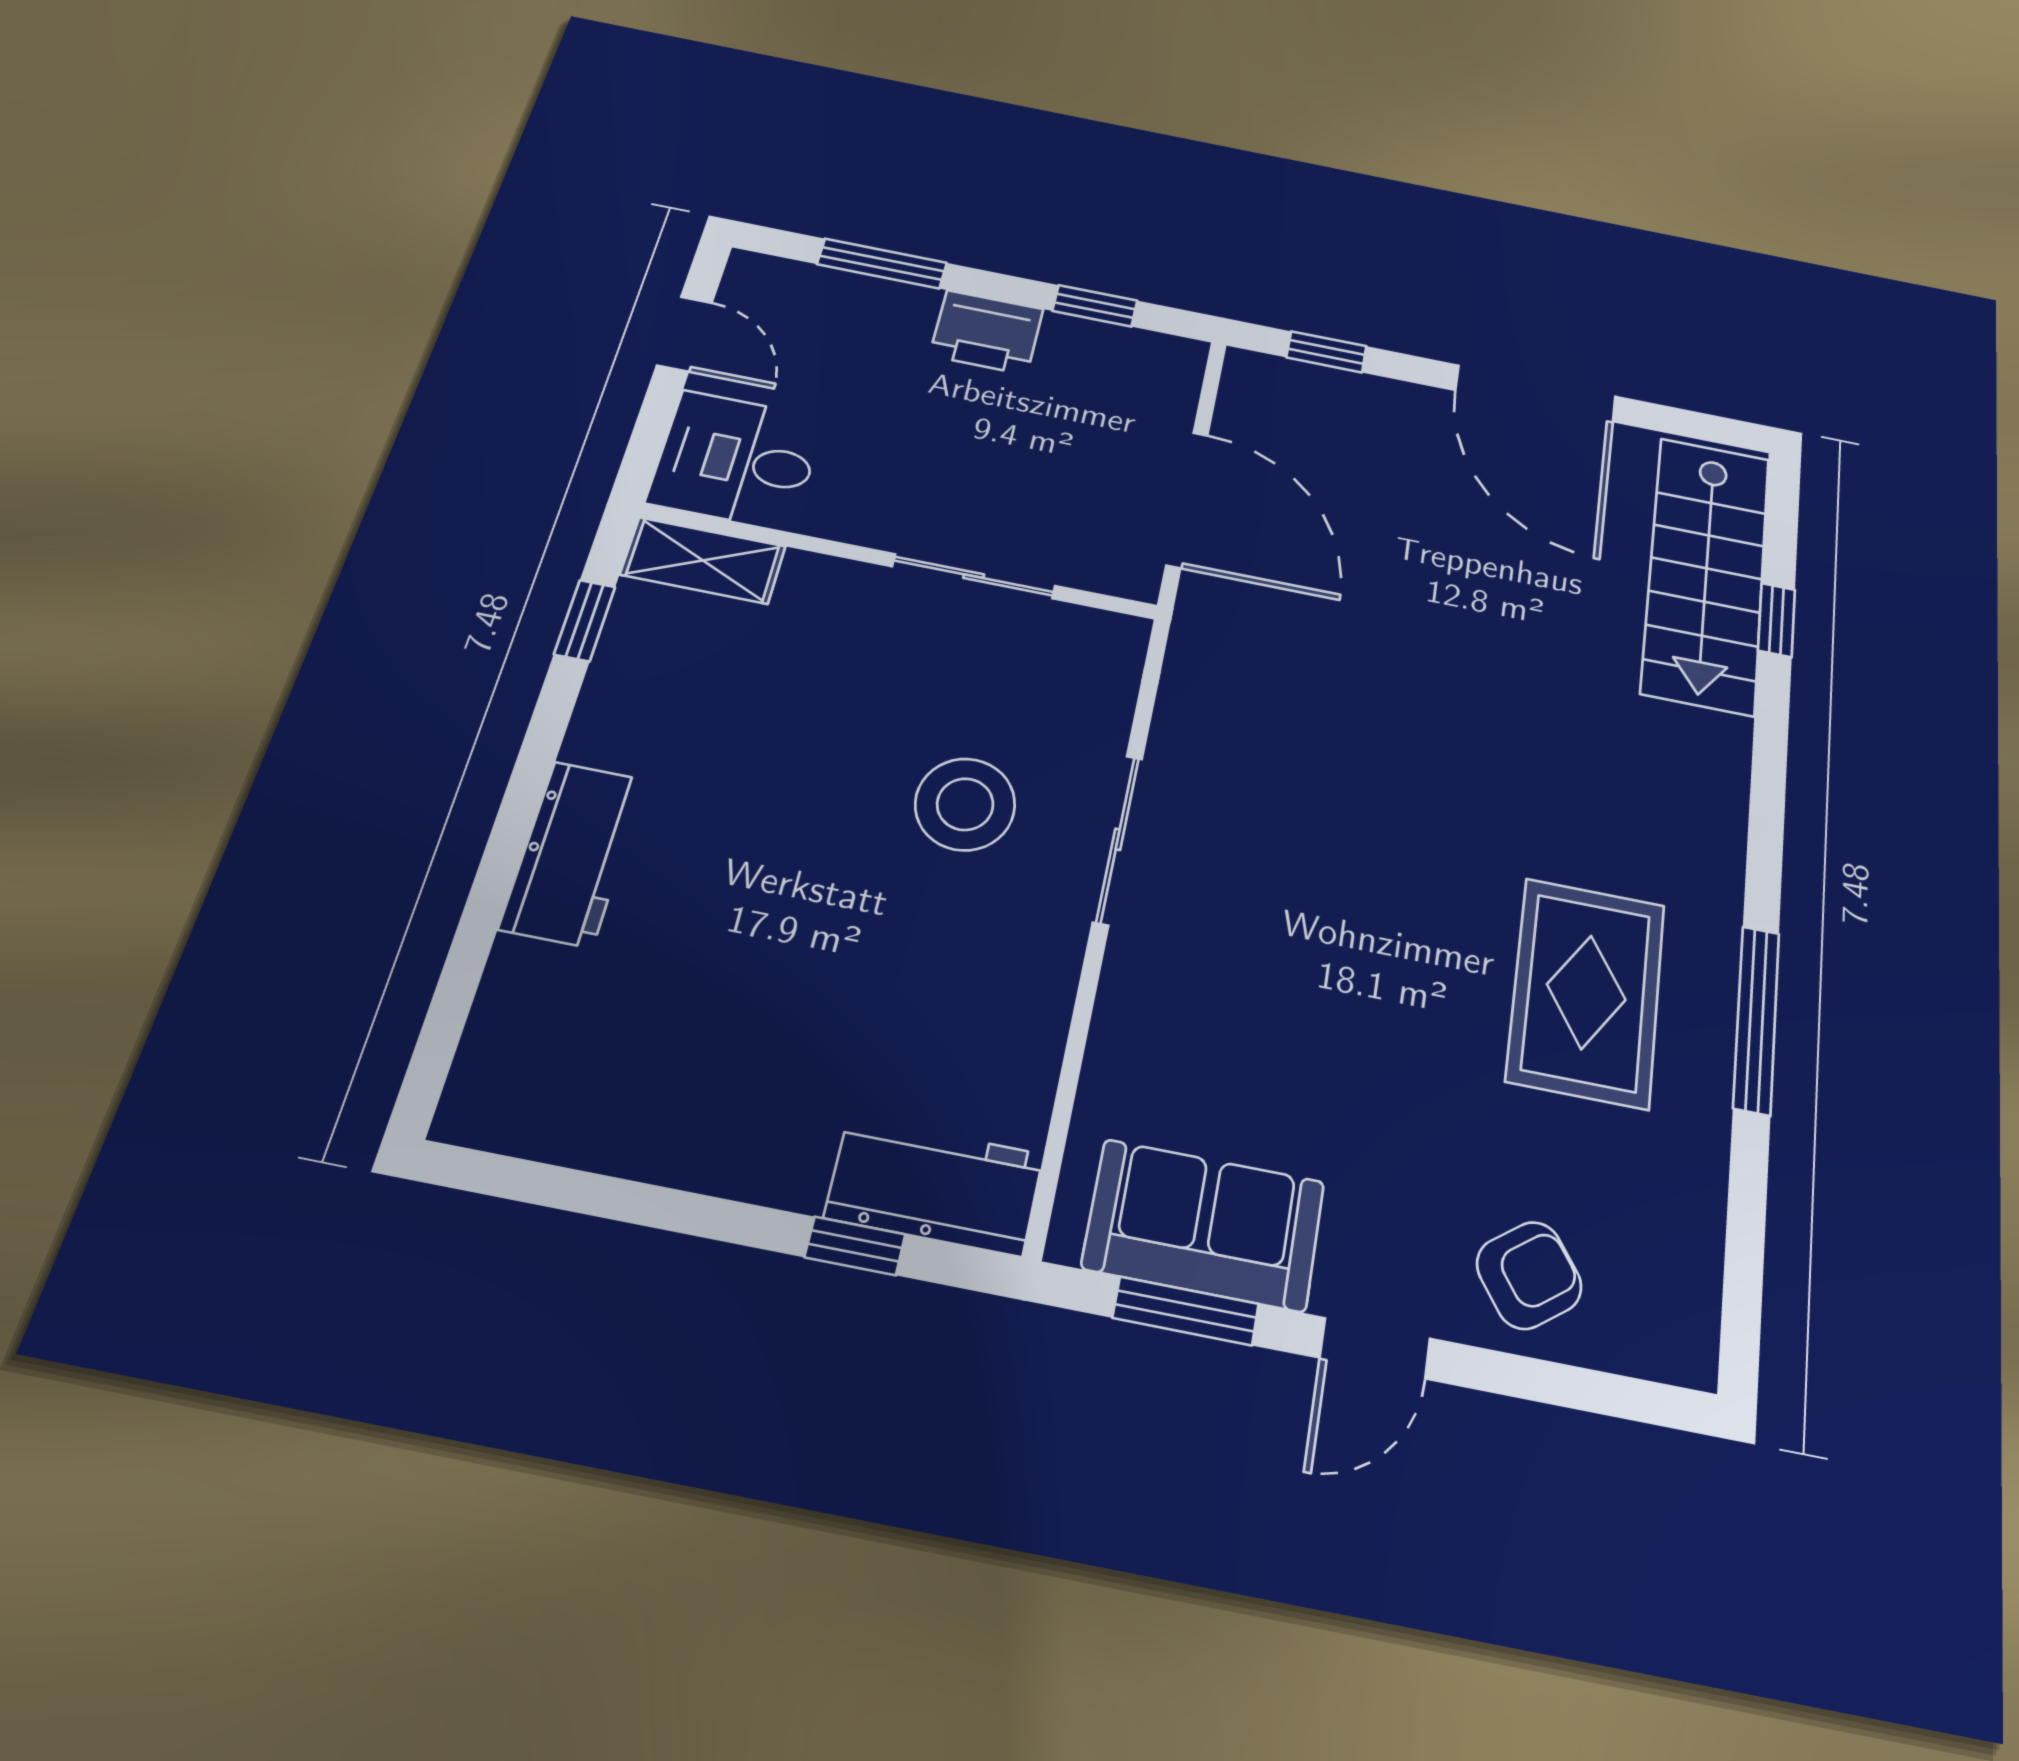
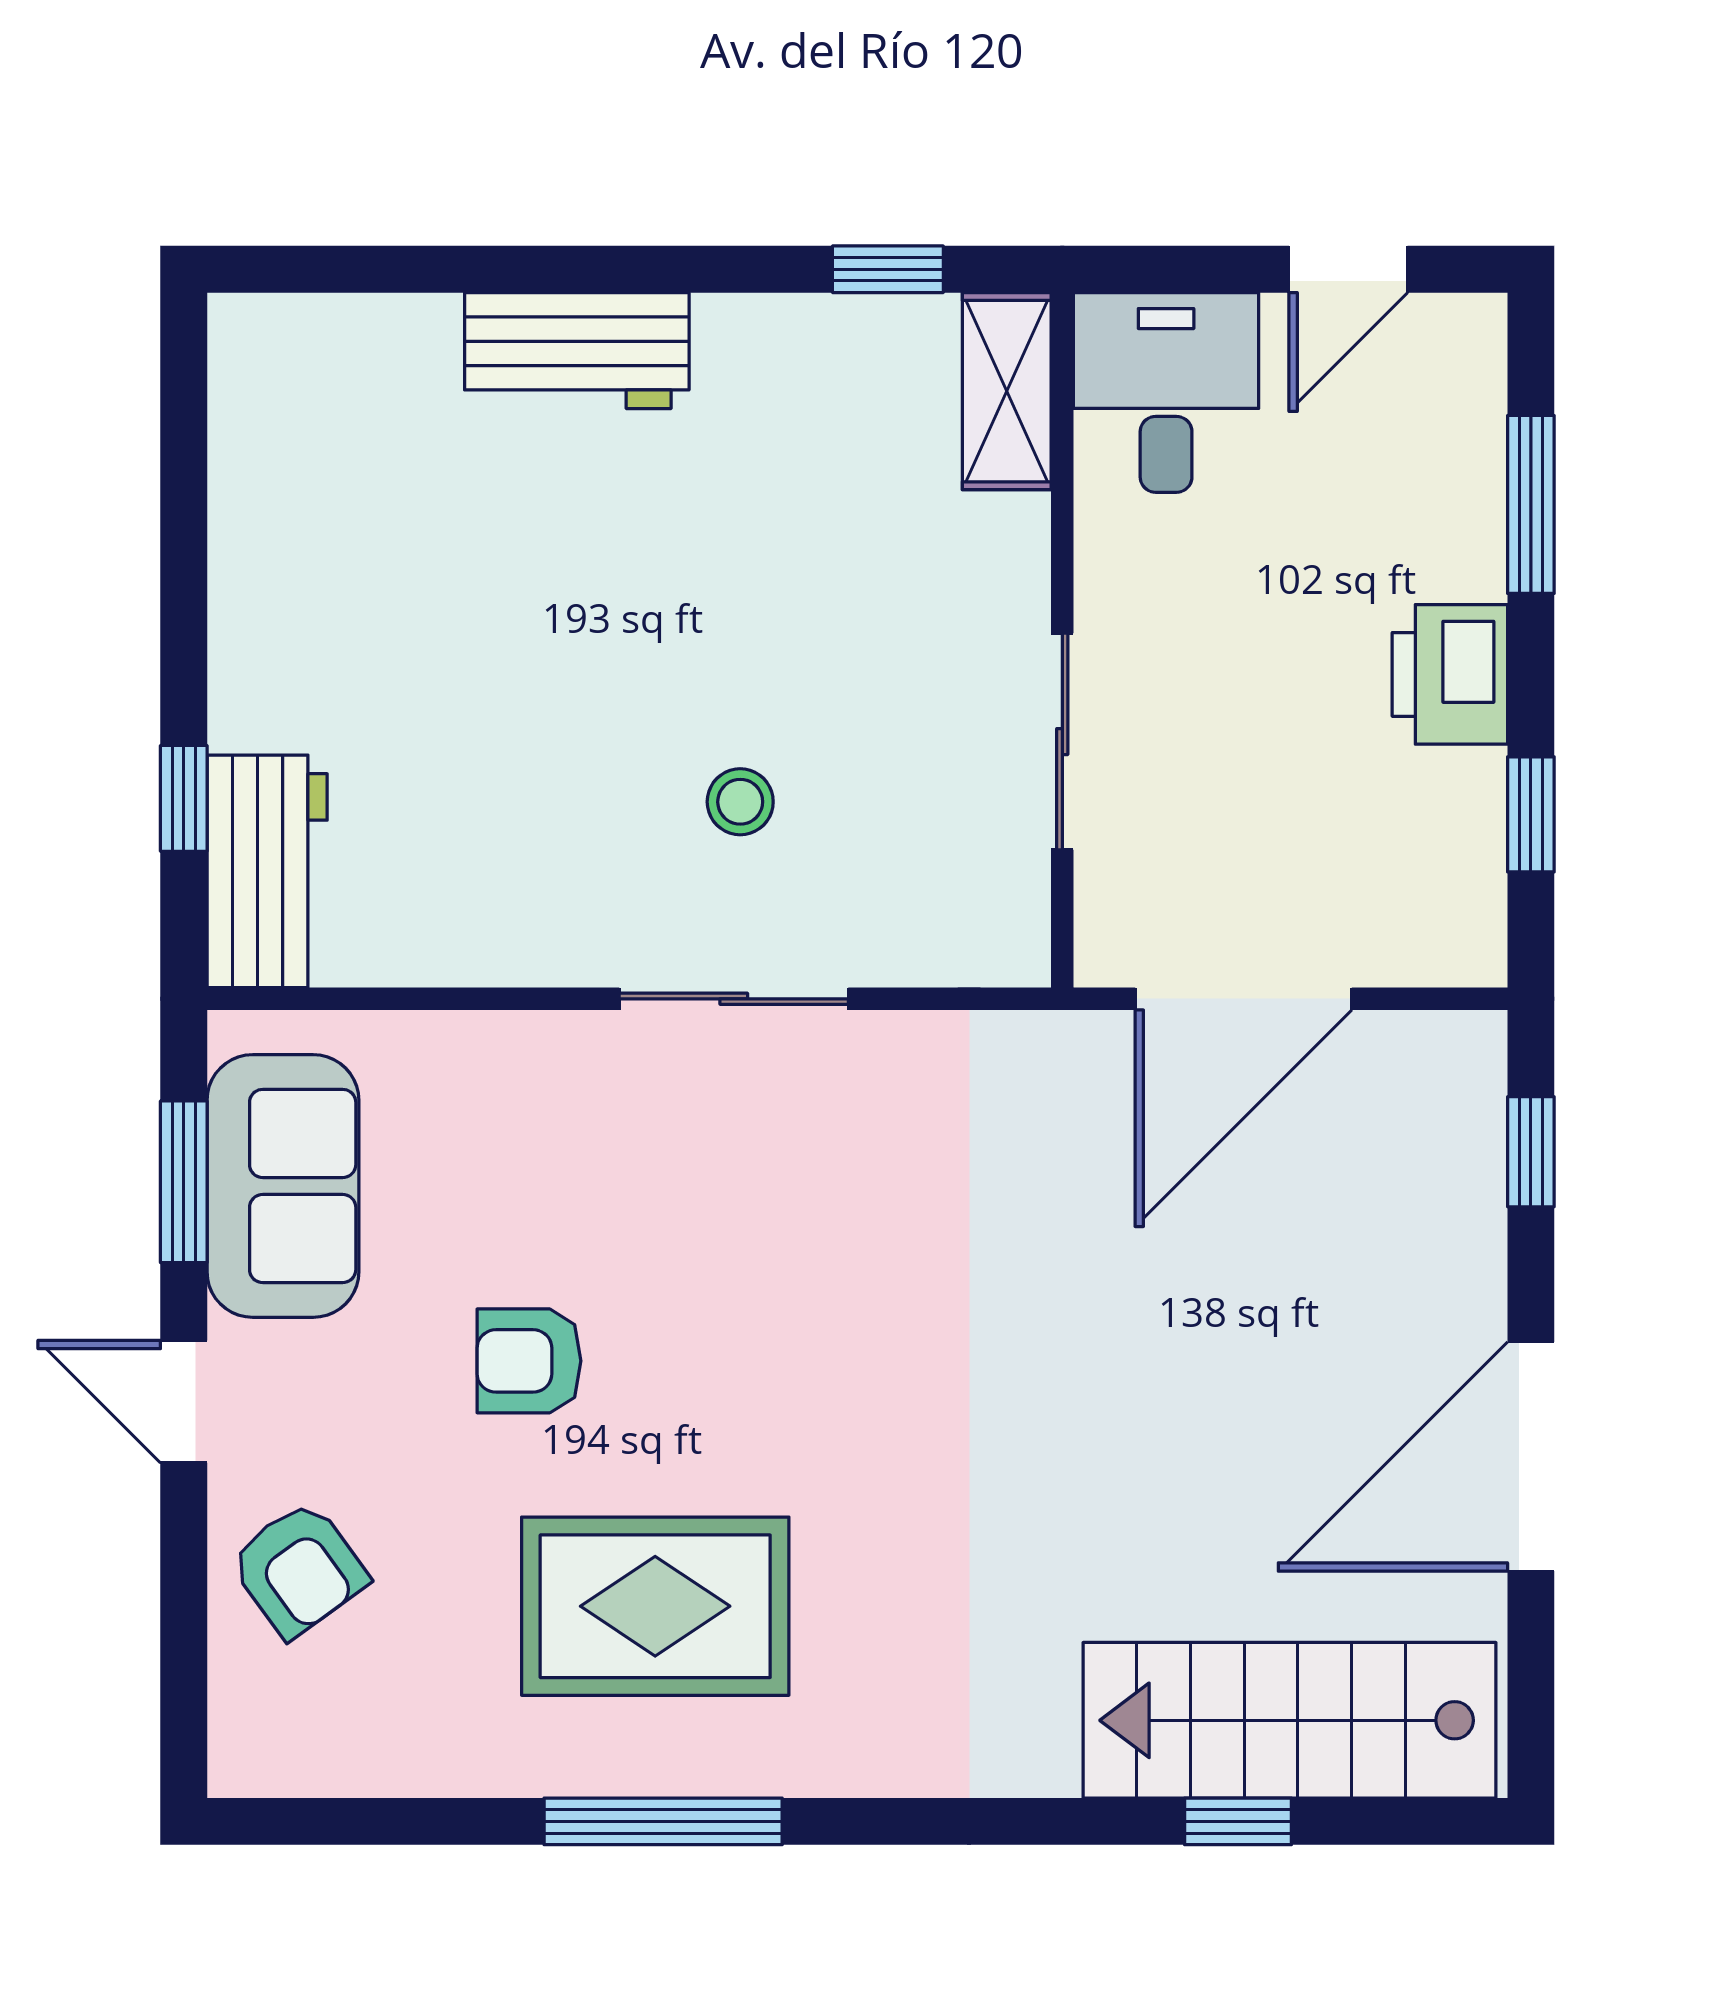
stool: (965, 804) -> (740, 802), width x0.53, depth x0.53
armchair: (1379, 1051) -> (529, 1361), added

